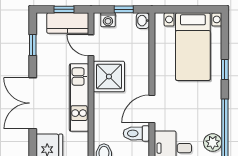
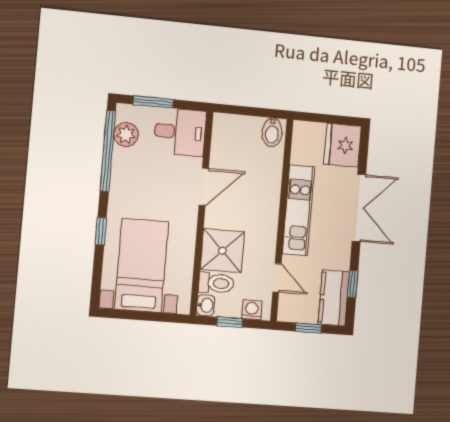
kitchen counter: (68, 23) -> (334, 298), moved, turned -90
shower: (109, 77) -> (222, 251), moved
toilet: (136, 133) -> (216, 283), moved

